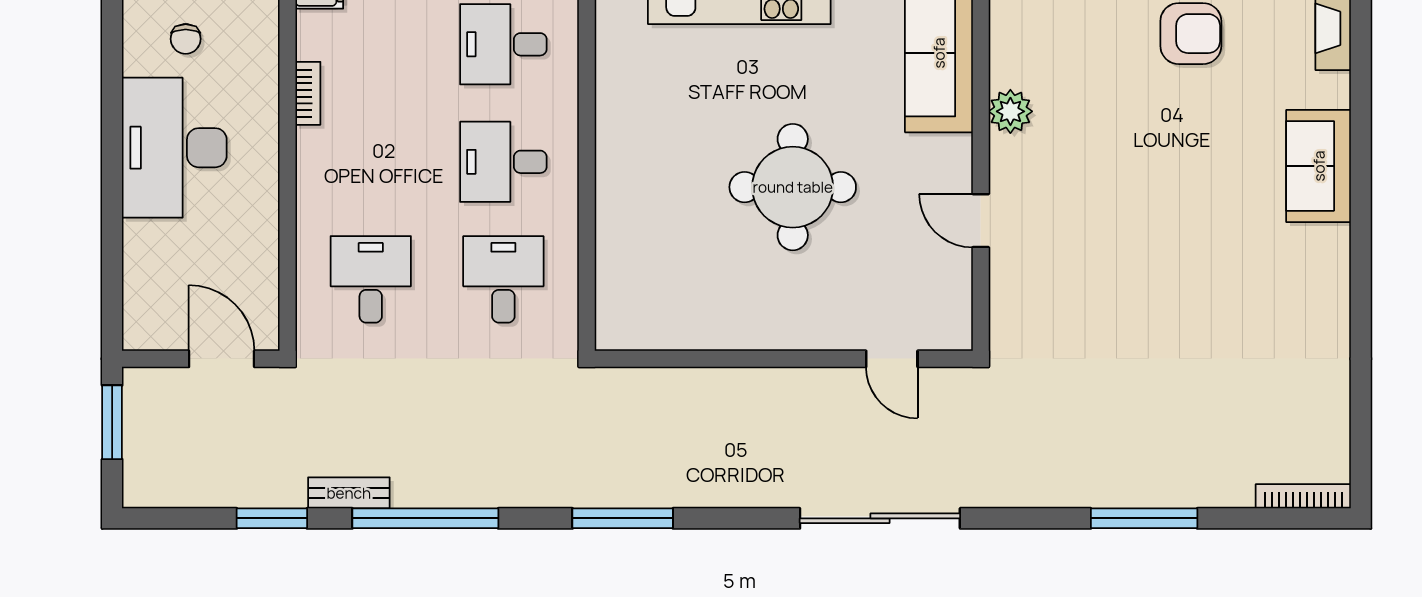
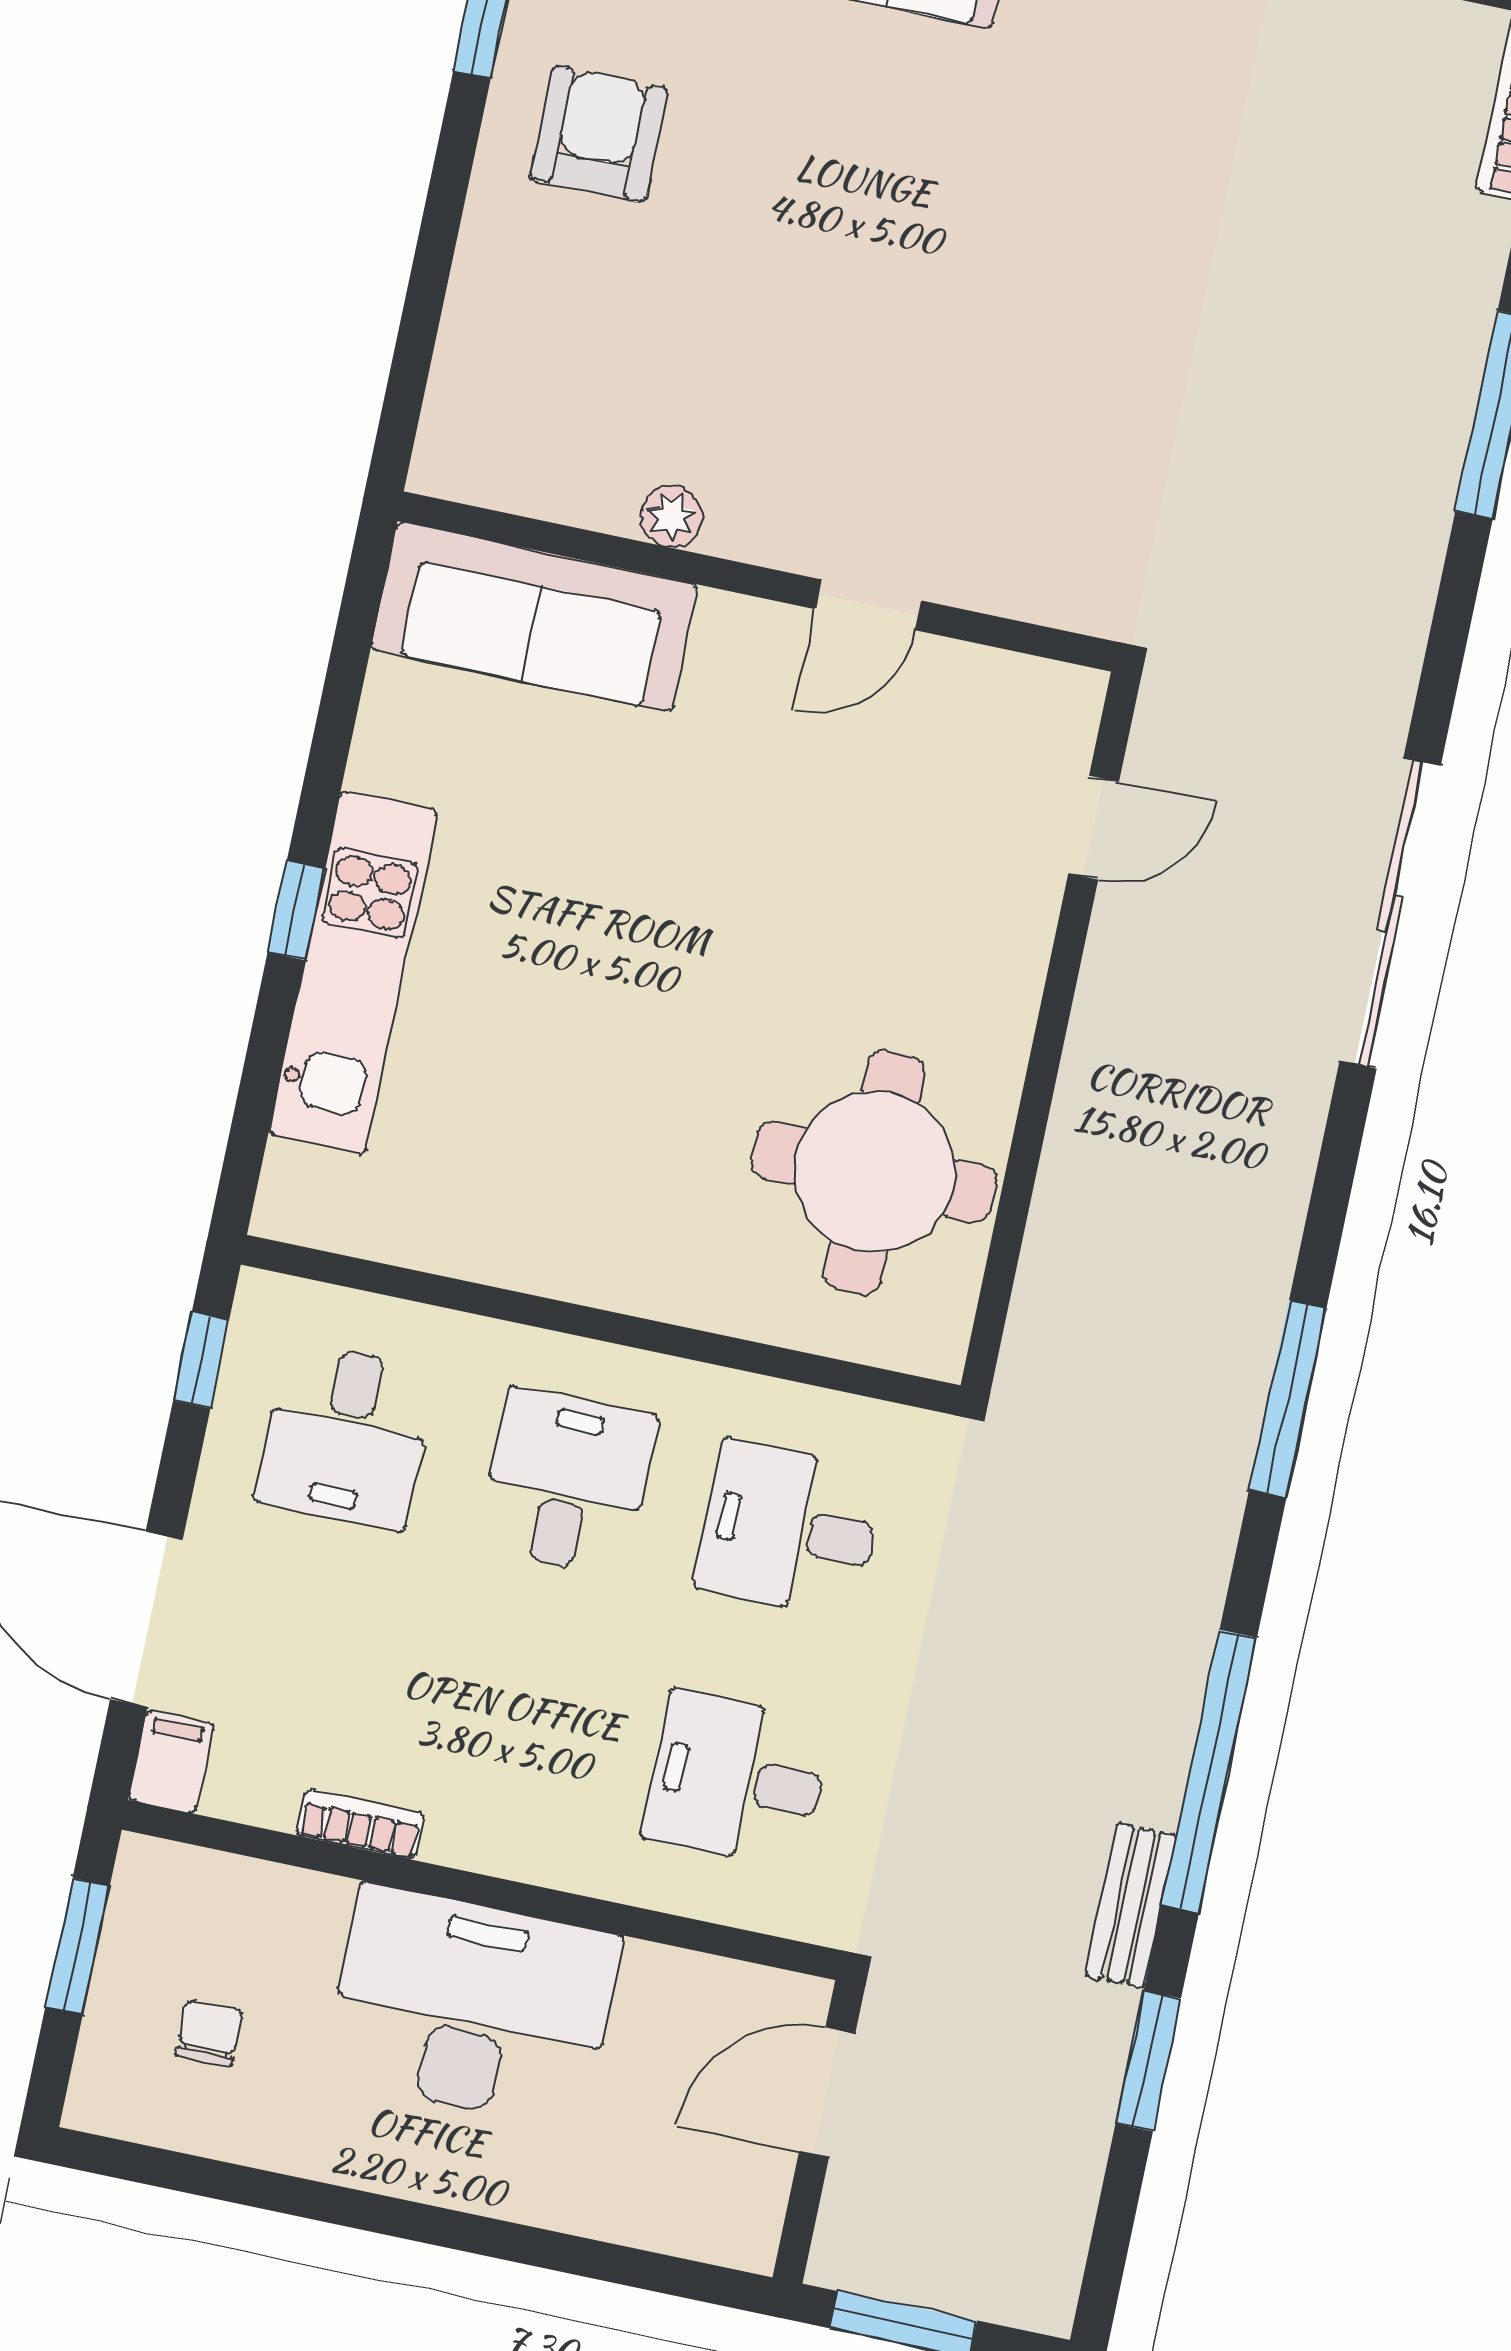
chair: (186, 39) -> (209, 2033), turned -90
plant: (1010, 111) -> (672, 517), width x0.73, depth x0.73
desk: (174, 148) -> (472, 2007), moved, turned 180
desk: (503, 162) -> (567, 1482), turned 180
round table: (793, 187) -> (874, 1172), moved

